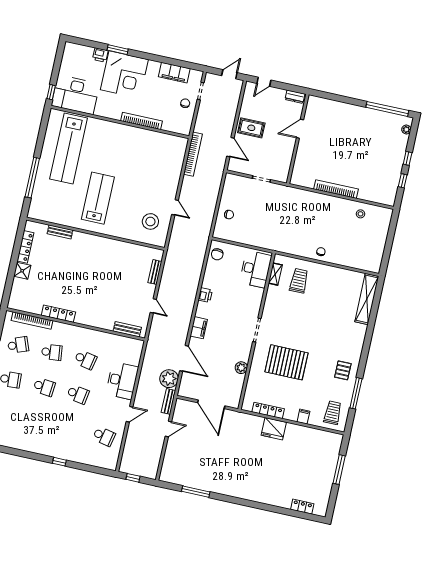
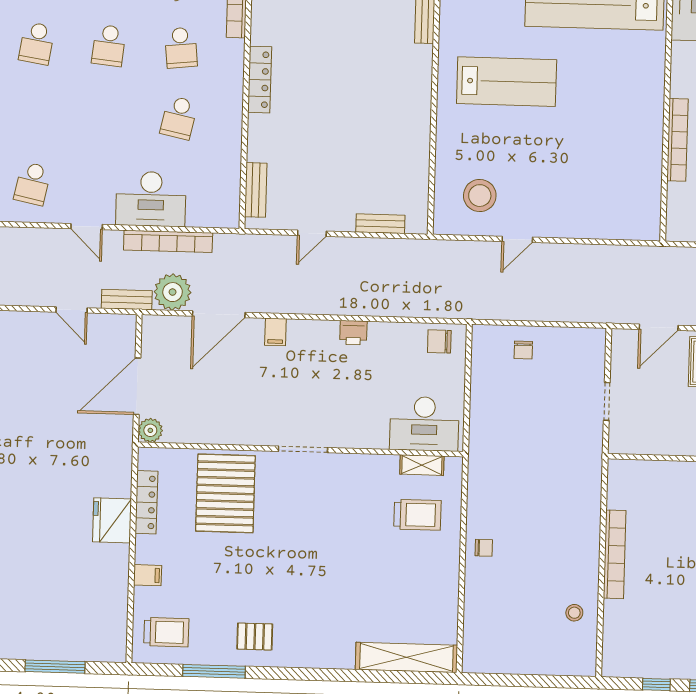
bookcase: (193, 154) -> (168, 241), moved
locker: (58, 314) -> (260, 80), moved
filing cabinet: (199, 328) -> (275, 332), width x0.50
pallet: (286, 362) -> (225, 493), moved
plant: (241, 368) -> (150, 430), moved
school desk: (78, 394) -> (37, 43), moved

